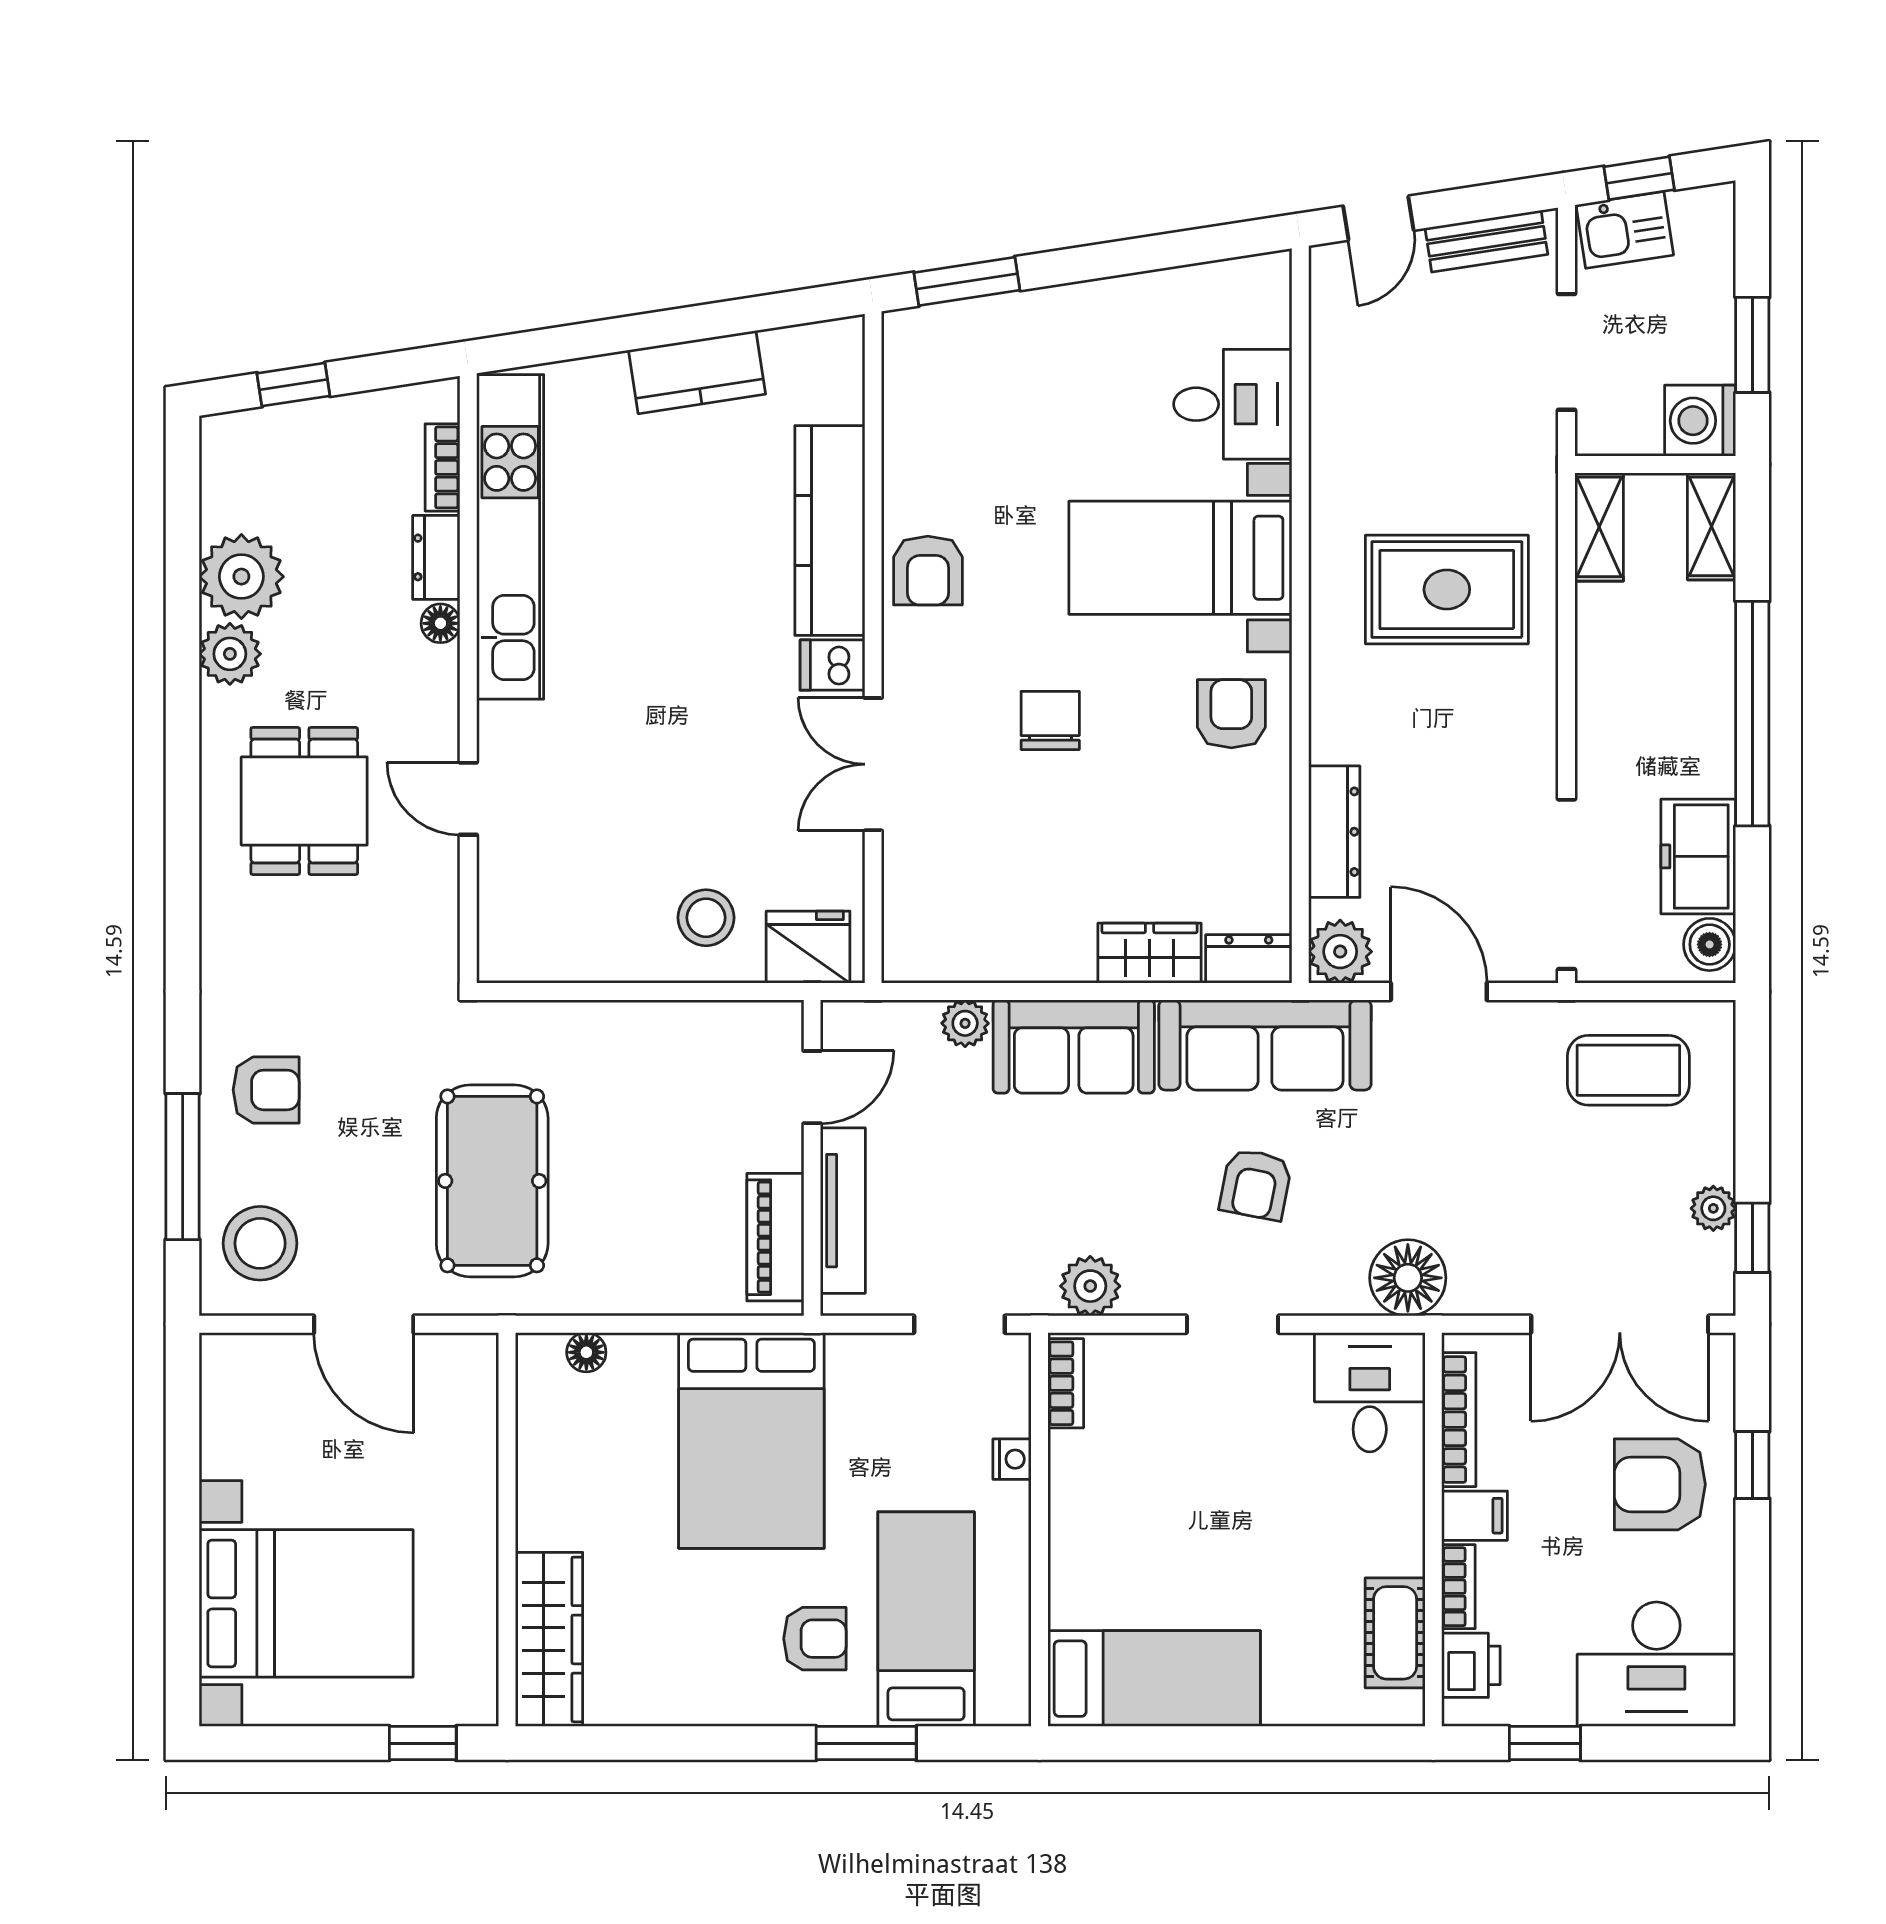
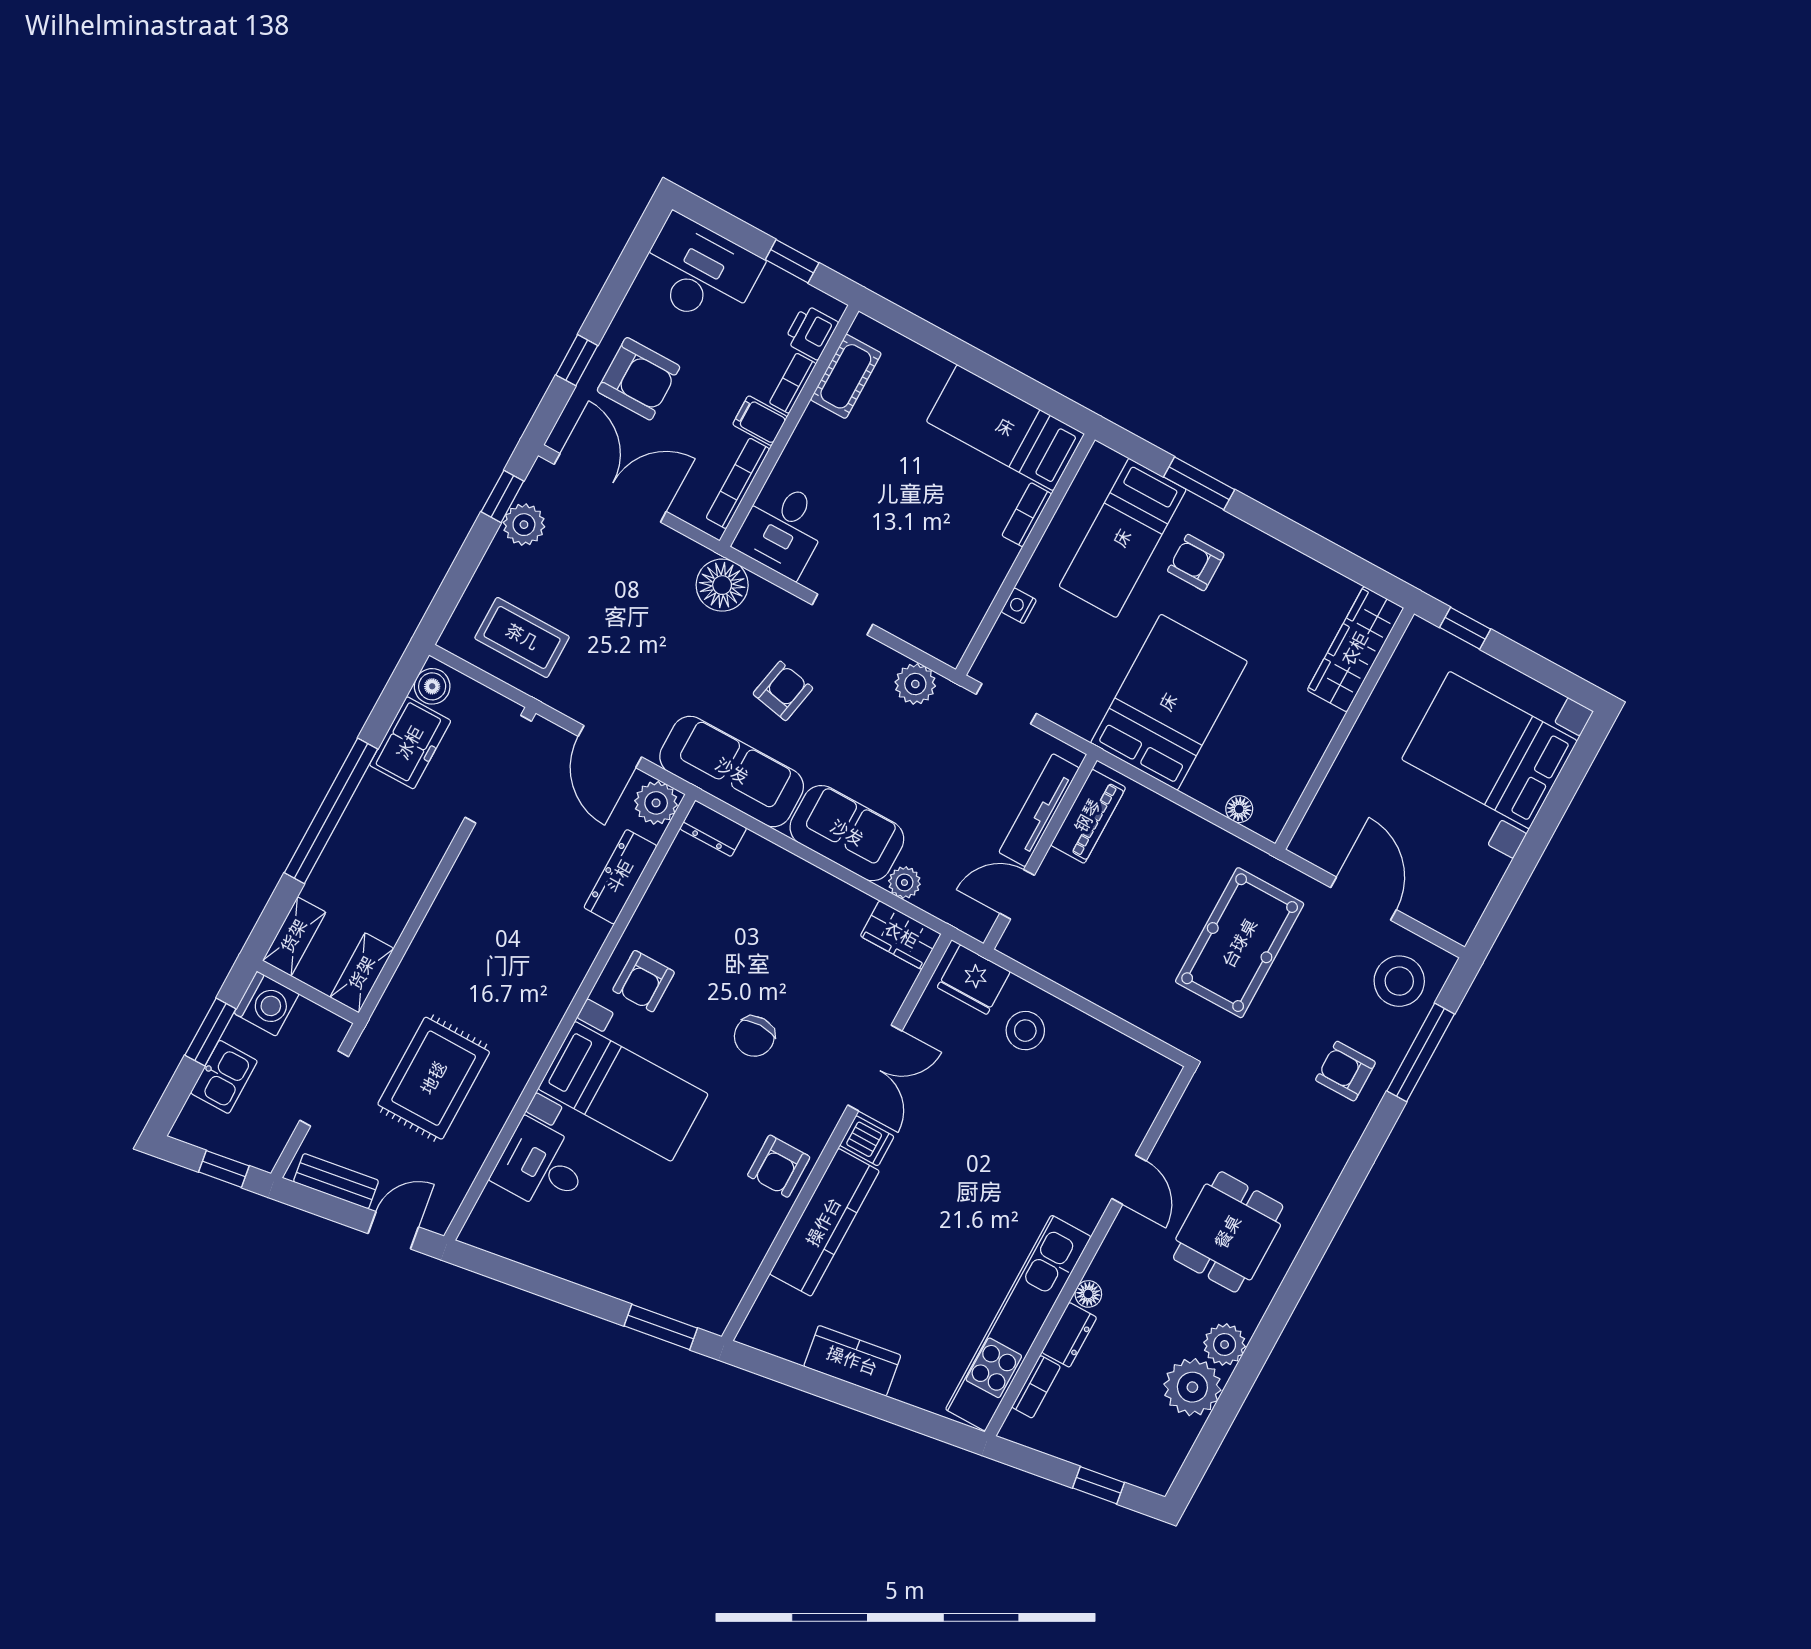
kitchen sink: (1625, 230) -> (224, 1077), moved, turned 99
armchair: (928, 571) -> (779, 1166), turned 180
rug: (1447, 590) -> (434, 1078), moved, turned 90
wardrobe: (1150, 953) -> (901, 935), moved
plant: (1713, 1208) -> (524, 525), width x1.38, depth x1.38
bookcase: (1066, 1383) -> (1027, 515), moved

